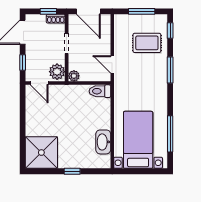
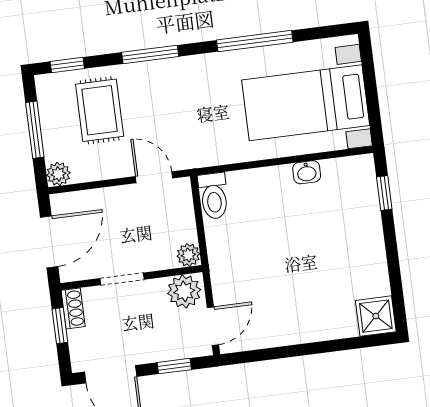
plant: (120, 20) -> (58, 174), added
door: (112, 64) -> (154, 177), swing flipped
window: (170, 134) -> (255, 41), moved
washbasin: (103, 142) -> (307, 172), width x0.52, depth x0.69
shower: (41, 153) -> (376, 316), width x0.54, depth x0.54
window: (72, 171) -> (384, 193), moved

